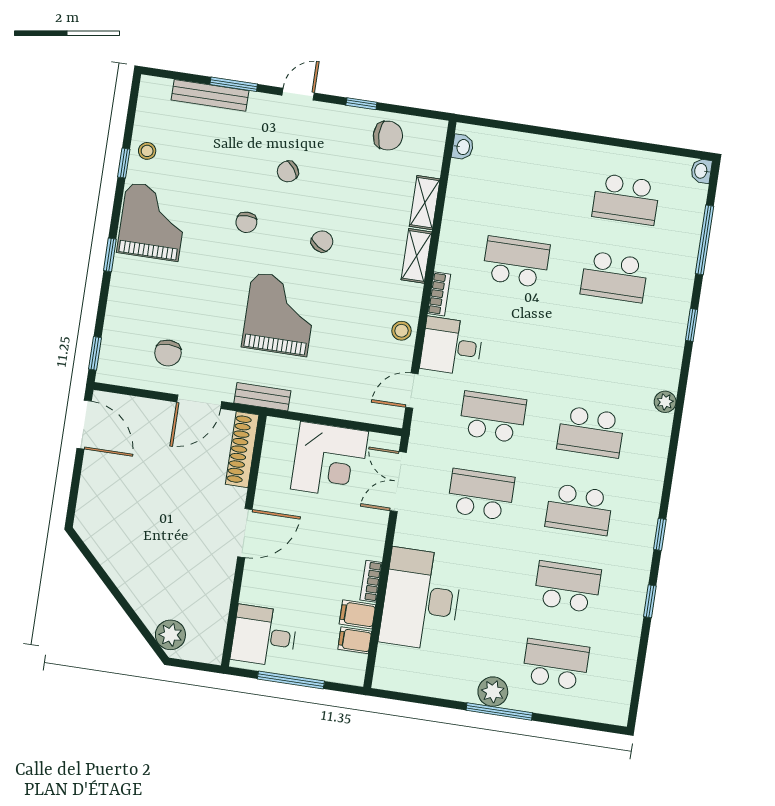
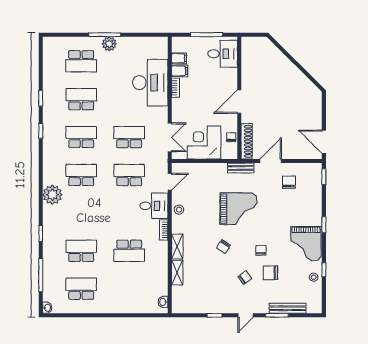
chair: (388, 136) -> (270, 273), moved
grand piano: (280, 314) -> (238, 209), turned -90
plant: (665, 402) -> (52, 195), width x1.87, depth x1.87
school desk: (493, 417) -> (129, 175), turned 180
chair: (272, 463) -> (231, 137), added
school desk: (481, 495) -> (129, 137), turned 180
school desk: (567, 587) -> (81, 99), turned 180
plant: (170, 635) -> (267, 48), removed

